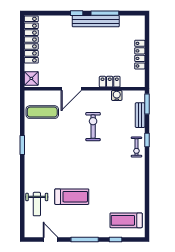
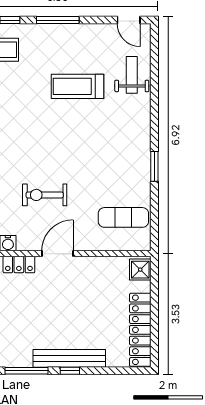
bench: (96, 21) -> (69, 358), moved
door: (71, 89) -> (57, 254), moved
exercise bike: (93, 127) -> (45, 195), turned 90
door: (50, 239) -> (129, 20), moved

